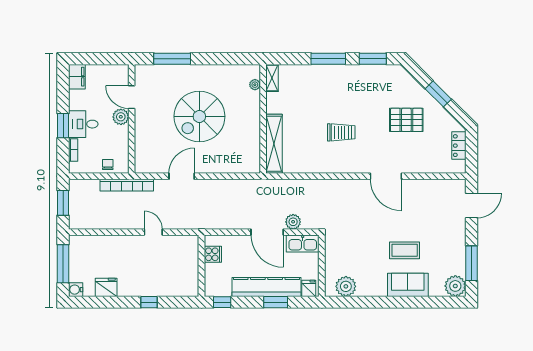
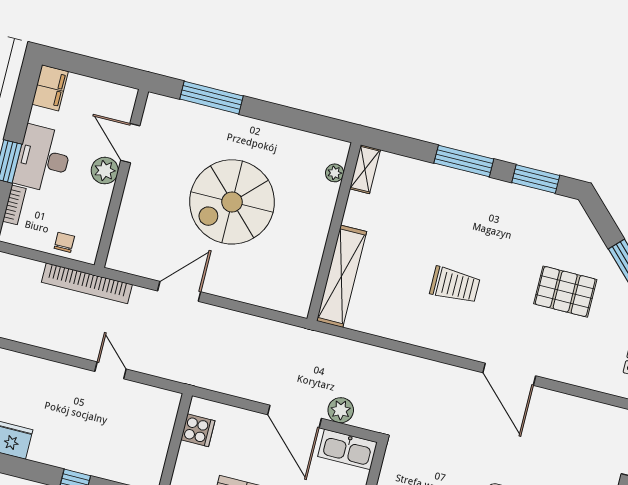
desk: (83, 124) -> (43, 159), width x1.37

